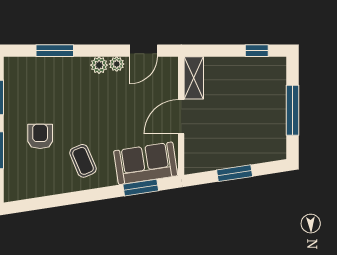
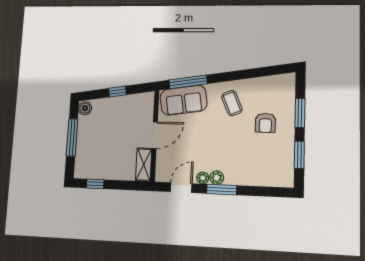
window: (55, 51) -> (222, 190), moved
boiler: (278, 150) -> (85, 108), added
window: (235, 173) -> (117, 92), width x0.67
window: (141, 188) -> (188, 82), width x1.44

